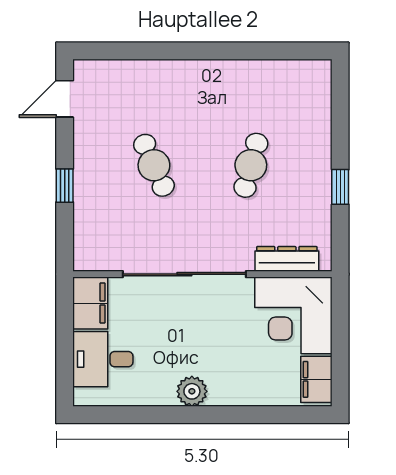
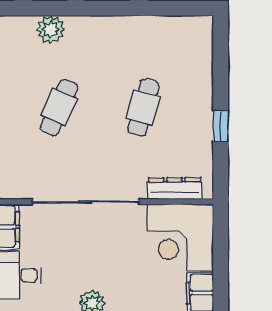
plant: (144, 75) -> (51, 29), added
cafe table: (154, 165) -> (59, 107), turned 48

